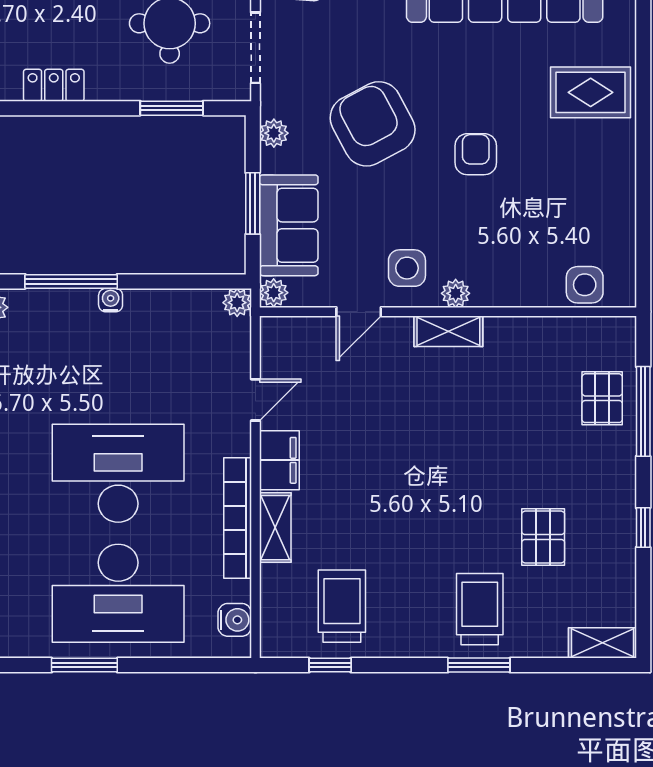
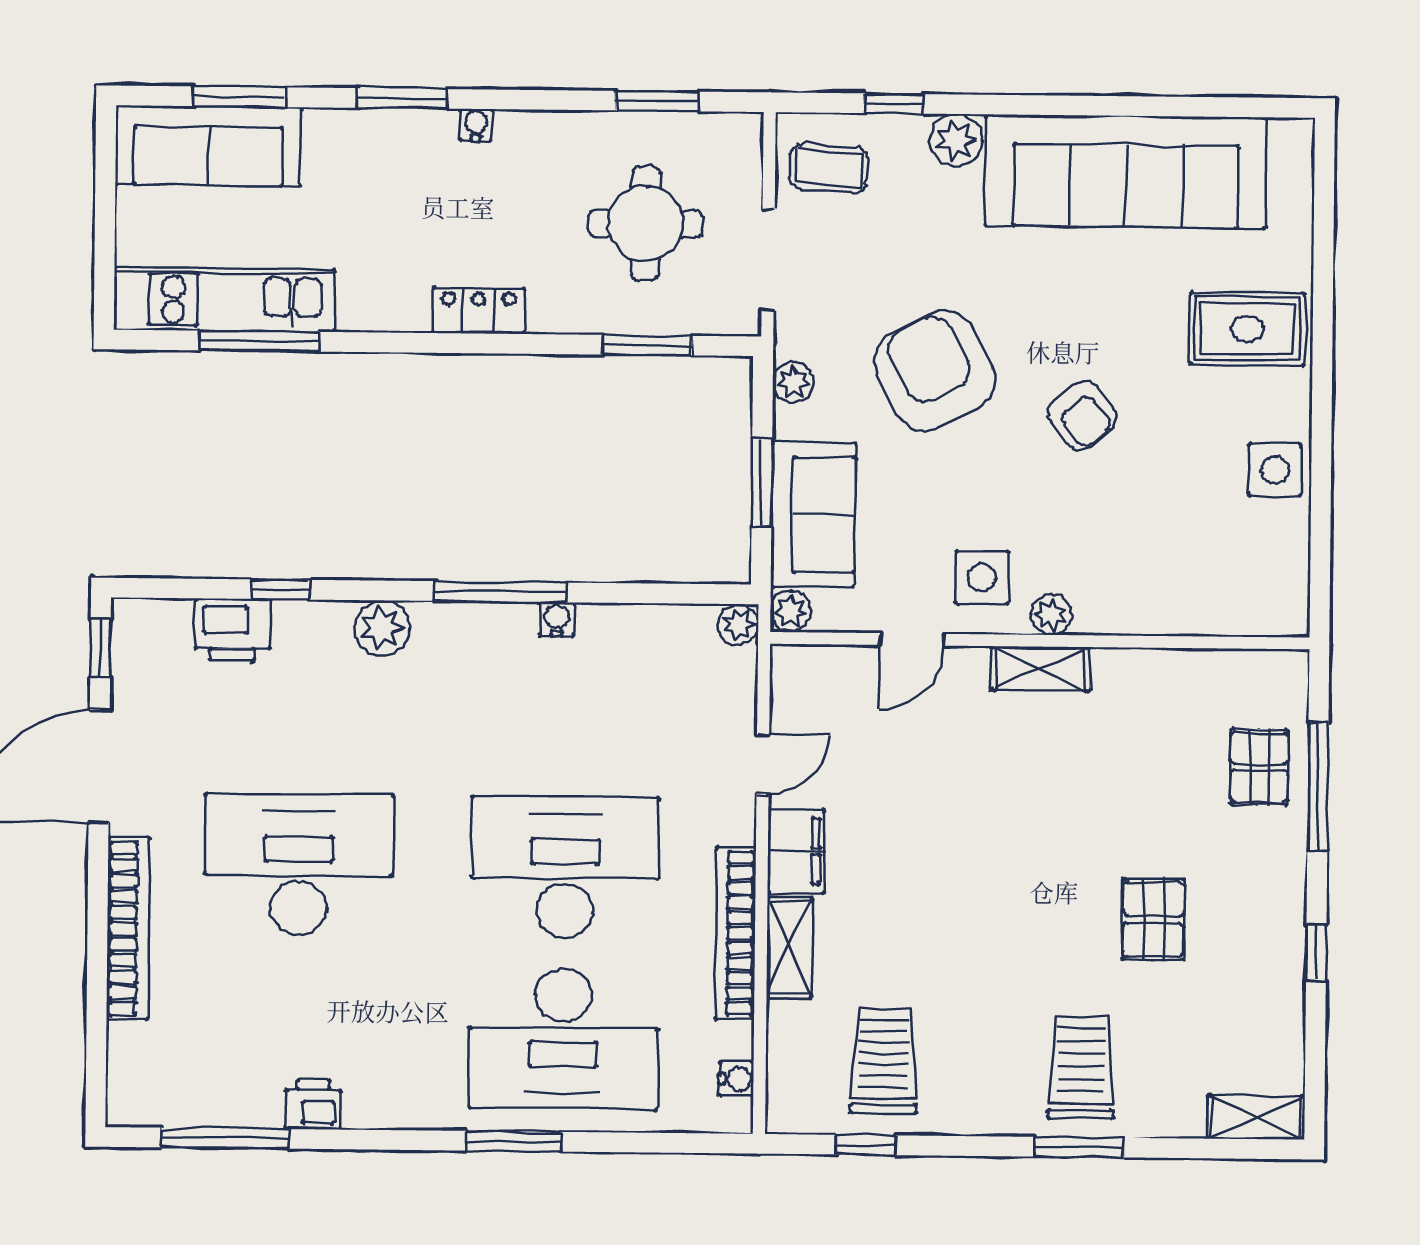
armchair: (476, 154) -> (1082, 416), turned 142
side table: (585, 285) -> (1275, 470), moved
pallet: (543, 537) -> (1153, 919), moved
water cooler: (235, 620) -> (736, 1079), width x0.72, depth x0.72

